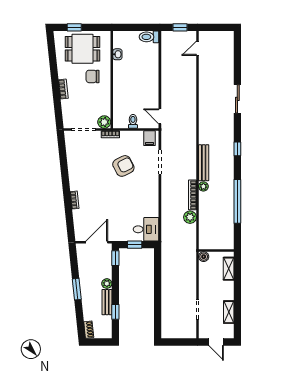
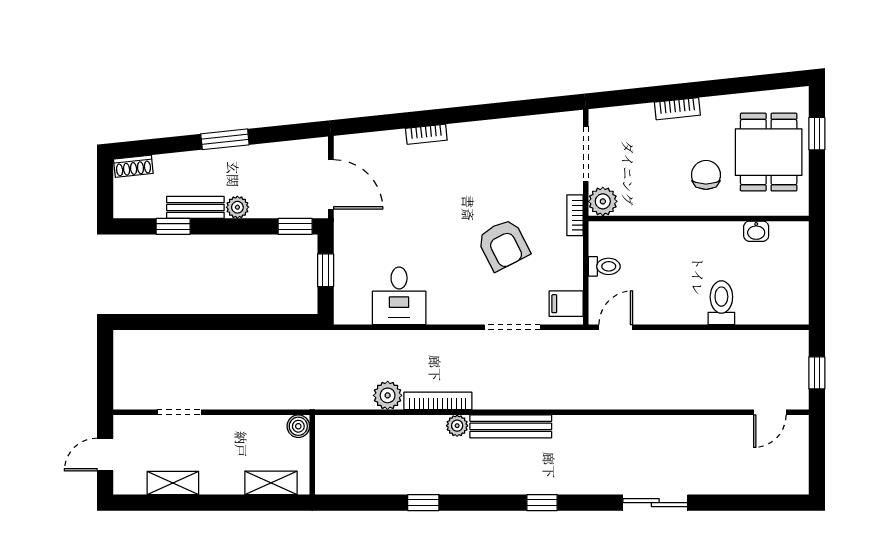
toilet: (149, 37) -> (721, 303), moved
door: (197, 48) -> (770, 412), swing flipped
window: (237, 201) -> (423, 503), width x0.32
desk: (146, 229) -> (399, 296), moved

